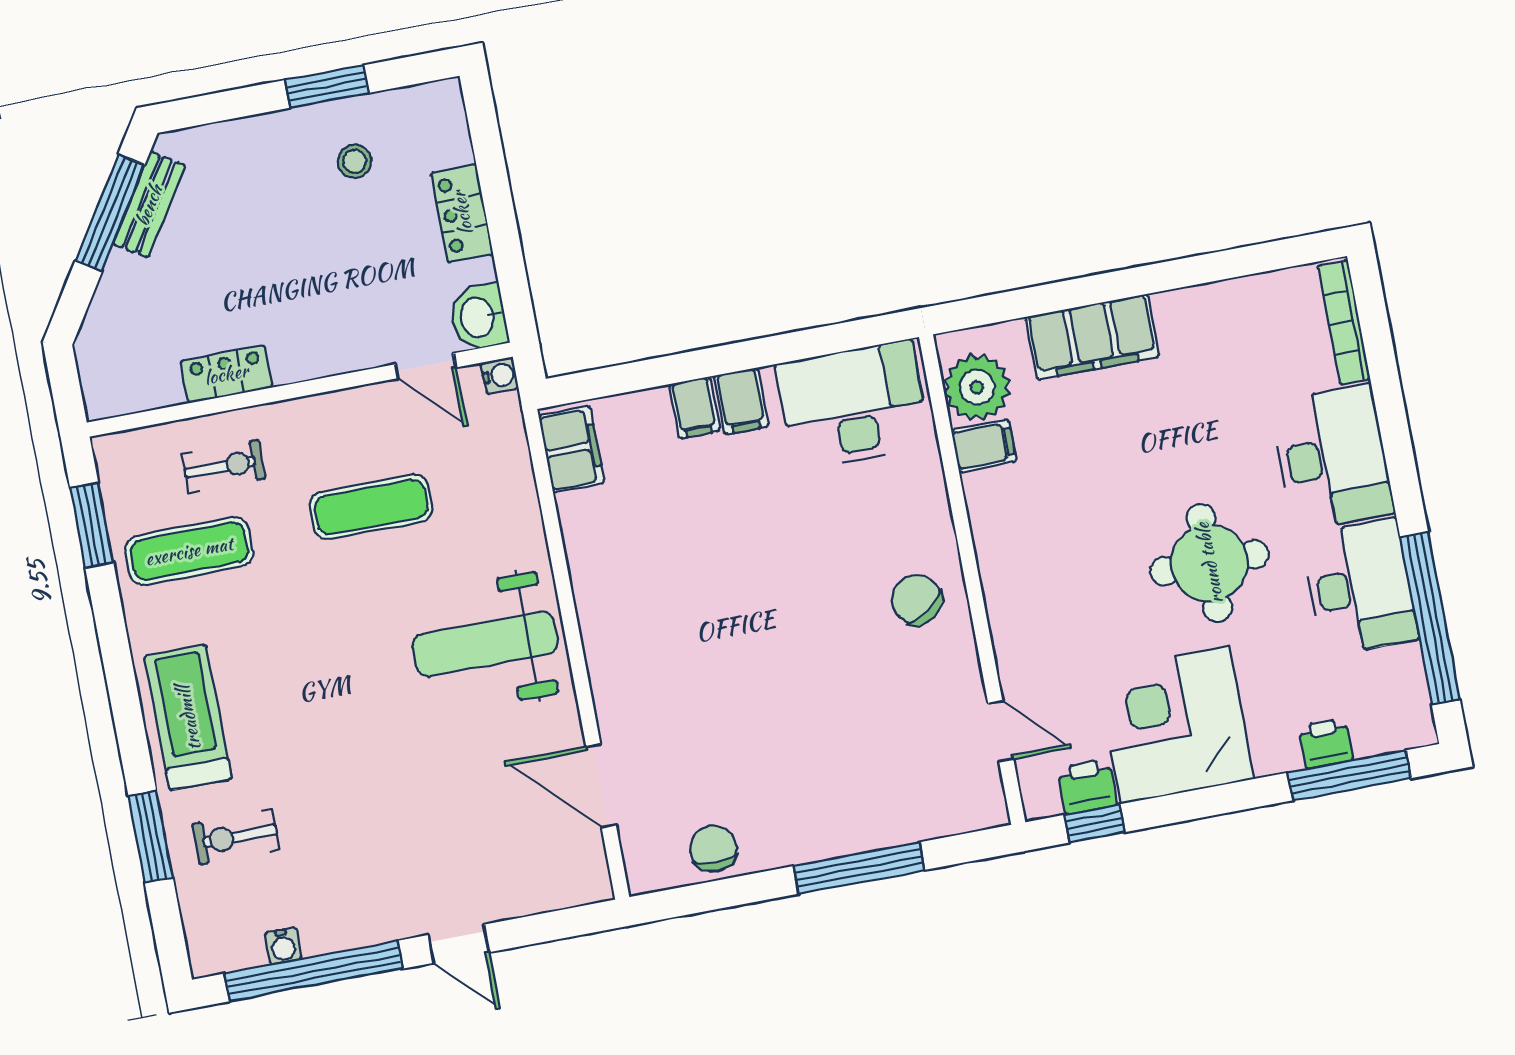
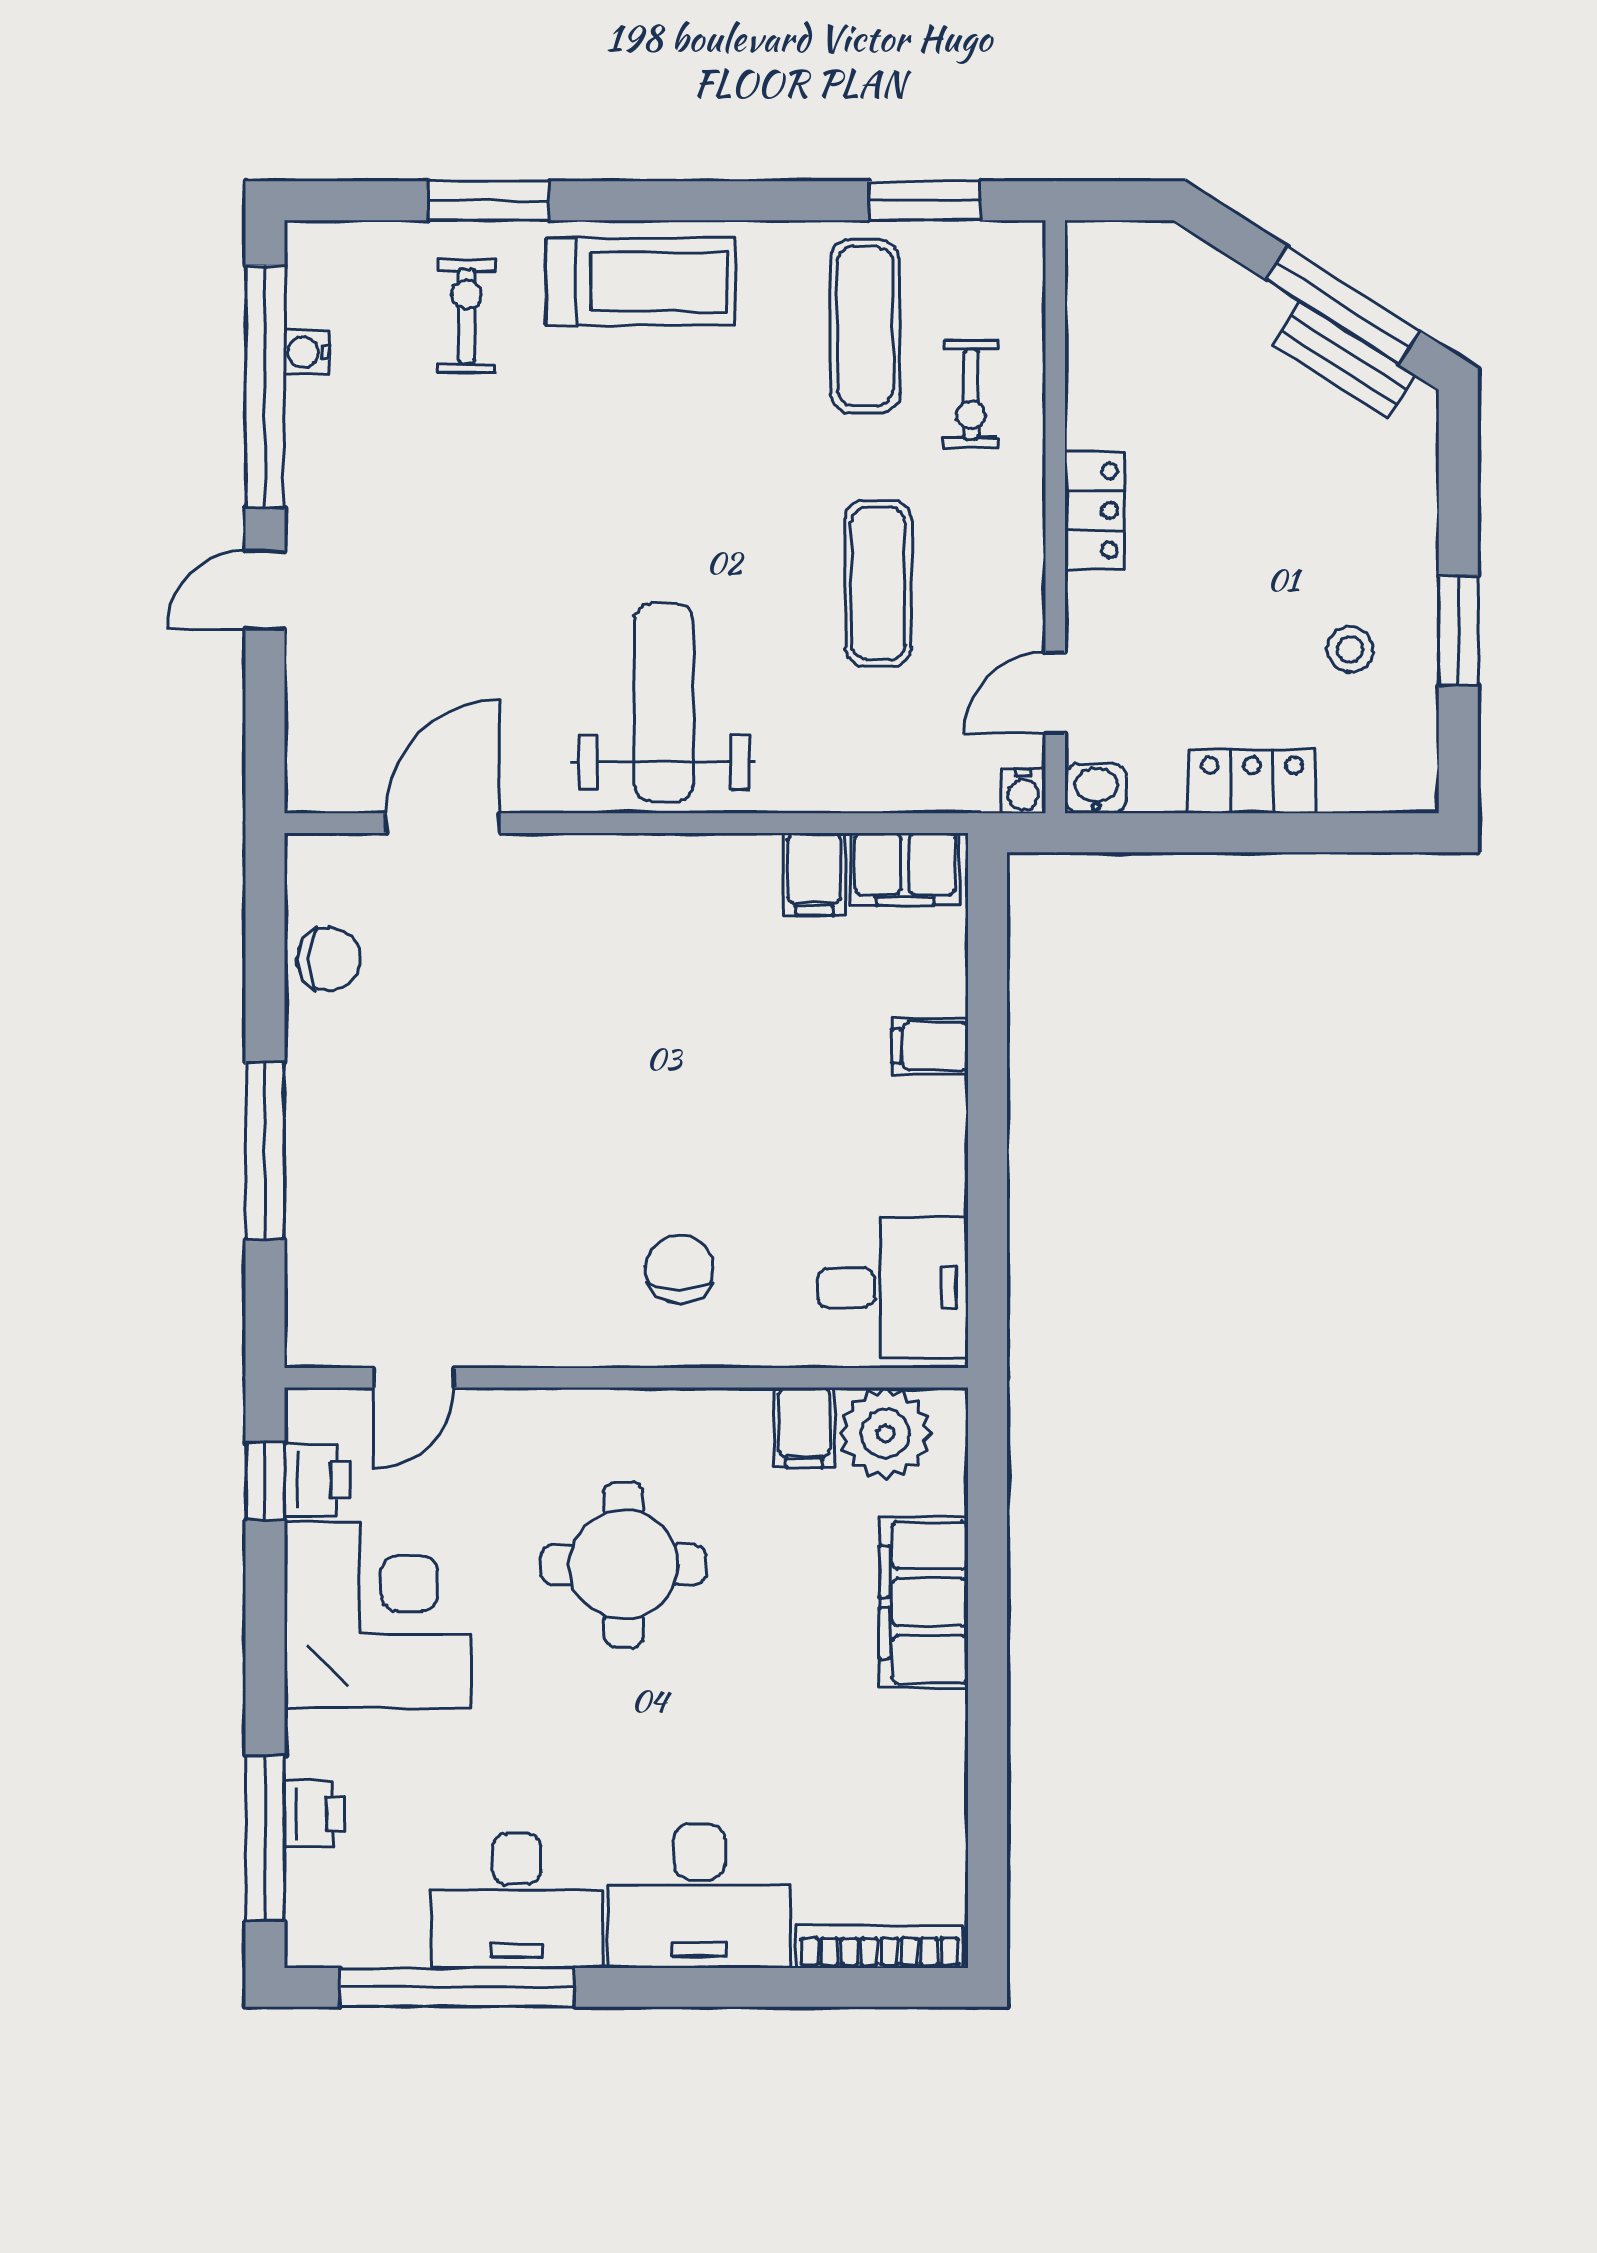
washbasin: (479, 317) -> (1096, 788), width x0.72, depth x0.69
locker: (226, 374) -> (1095, 511), moved
filing cabinet: (741, 401) -> (814, 874), moved, turned -90
desk: (853, 405) -> (893, 1288), width x0.73
round table: (1209, 563) -> (623, 1565), moved
chair: (917, 600) -> (680, 1269), moved, turned -55

